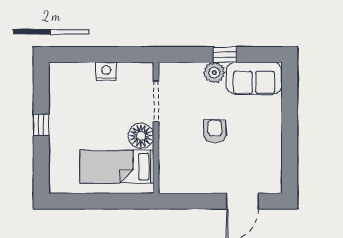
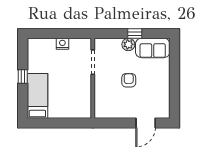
floor lamp: (141, 136) -> (84, 83), removed
bed: (117, 167) -> (37, 96), moved, turned 90

